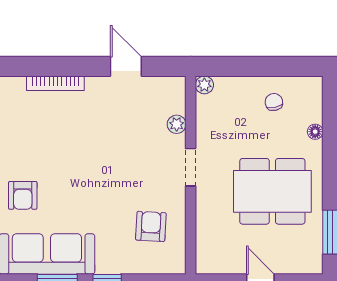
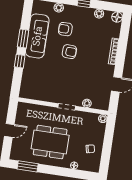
dining table: (272, 191) -> (50, 142), turned 90
armchair: (151, 226) -> (69, 52), moved

